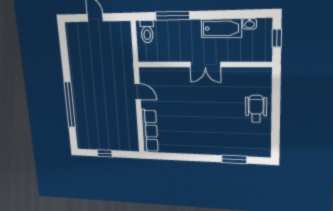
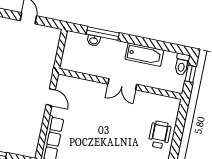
washbasin: (250, 24) -> (94, 41), moved
toilet: (147, 32) -> (182, 64), moved

